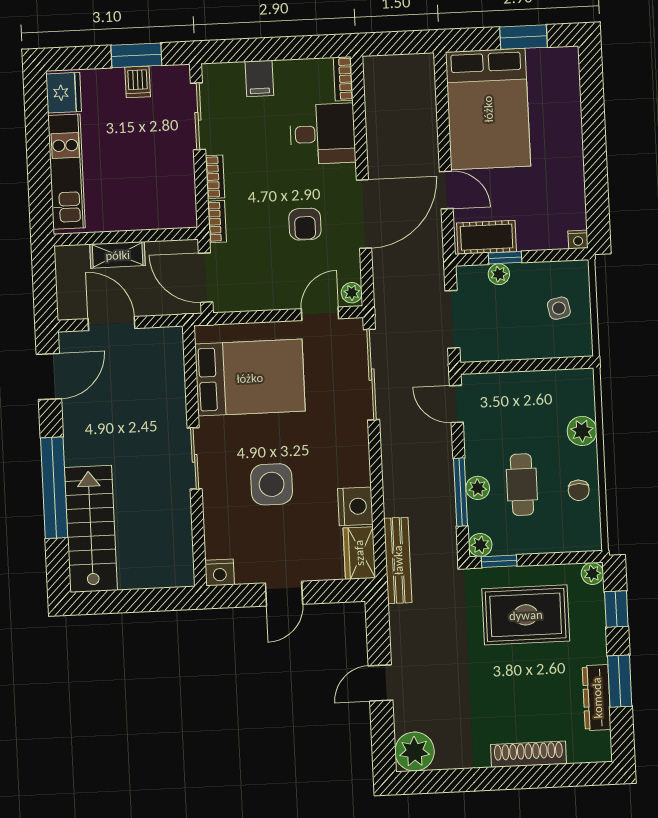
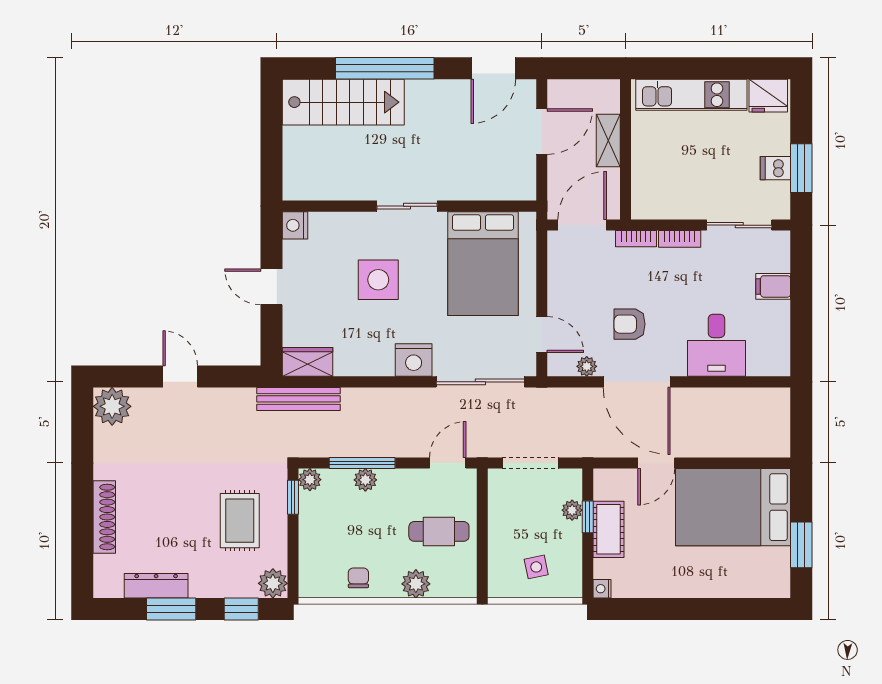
bookcase: (343, 79) -> (769, 368), removed
cot: (487, 237) -> (609, 529), moved
plant: (352, 293) -> (587, 366), moved
door: (49, 376) -> (493, 68), hinge flipped
cafe table: (522, 485) -> (439, 531), moved
chair: (579, 490) -> (358, 578), turned 90
nightstand: (355, 506) -> (414, 360), moved
plant: (592, 574) -> (273, 583), width x1.38, depth x1.38
rug: (526, 615) -> (240, 521), width x0.73, depth x0.70

